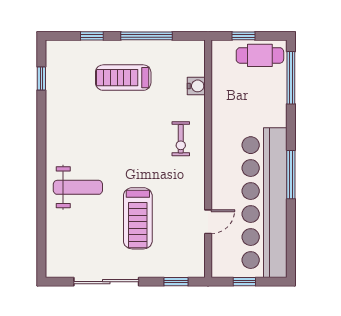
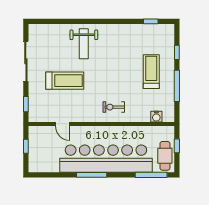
water cooler: (196, 86) -> (156, 117), moved
bar counter: (265, 203) -> (106, 159), moved
treadmill: (138, 218) -> (65, 81), turned 180

